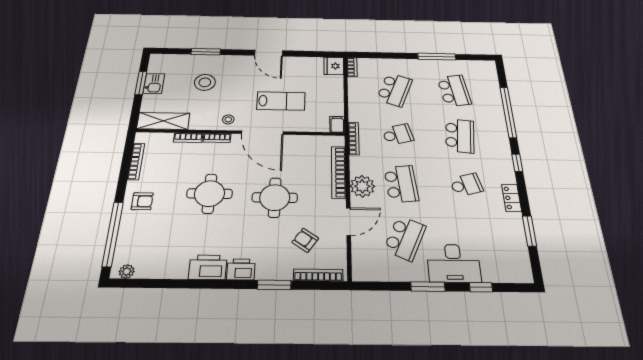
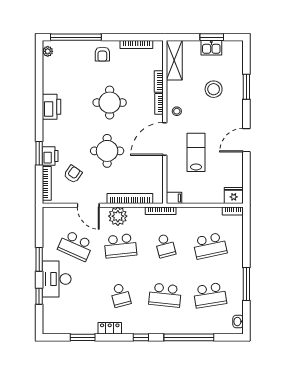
washbasin: (481, 65) -> (238, 322), added
school desk: (395, 90) -> (210, 246), turned -33
lab bench: (281, 101) -> (196, 152), turned 180
printer: (241, 269) -> (50, 156), moved

